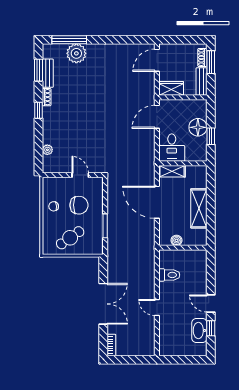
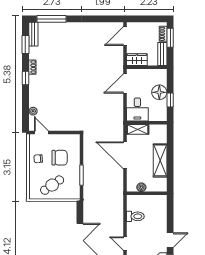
plant: (76, 53) -> (57, 30), removed
bench: (48, 73) -> (33, 34), moved
door: (80, 175) -> (41, 132), moved
door: (211, 303) -> (170, 240), swing flipped

